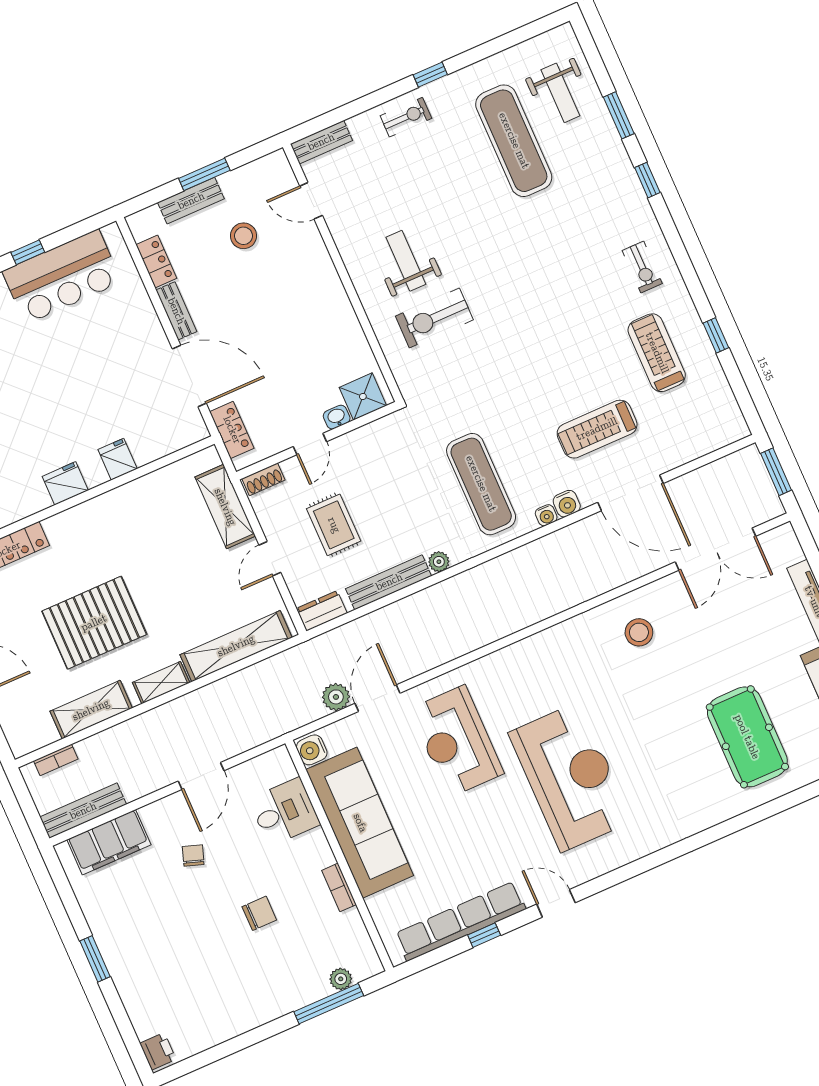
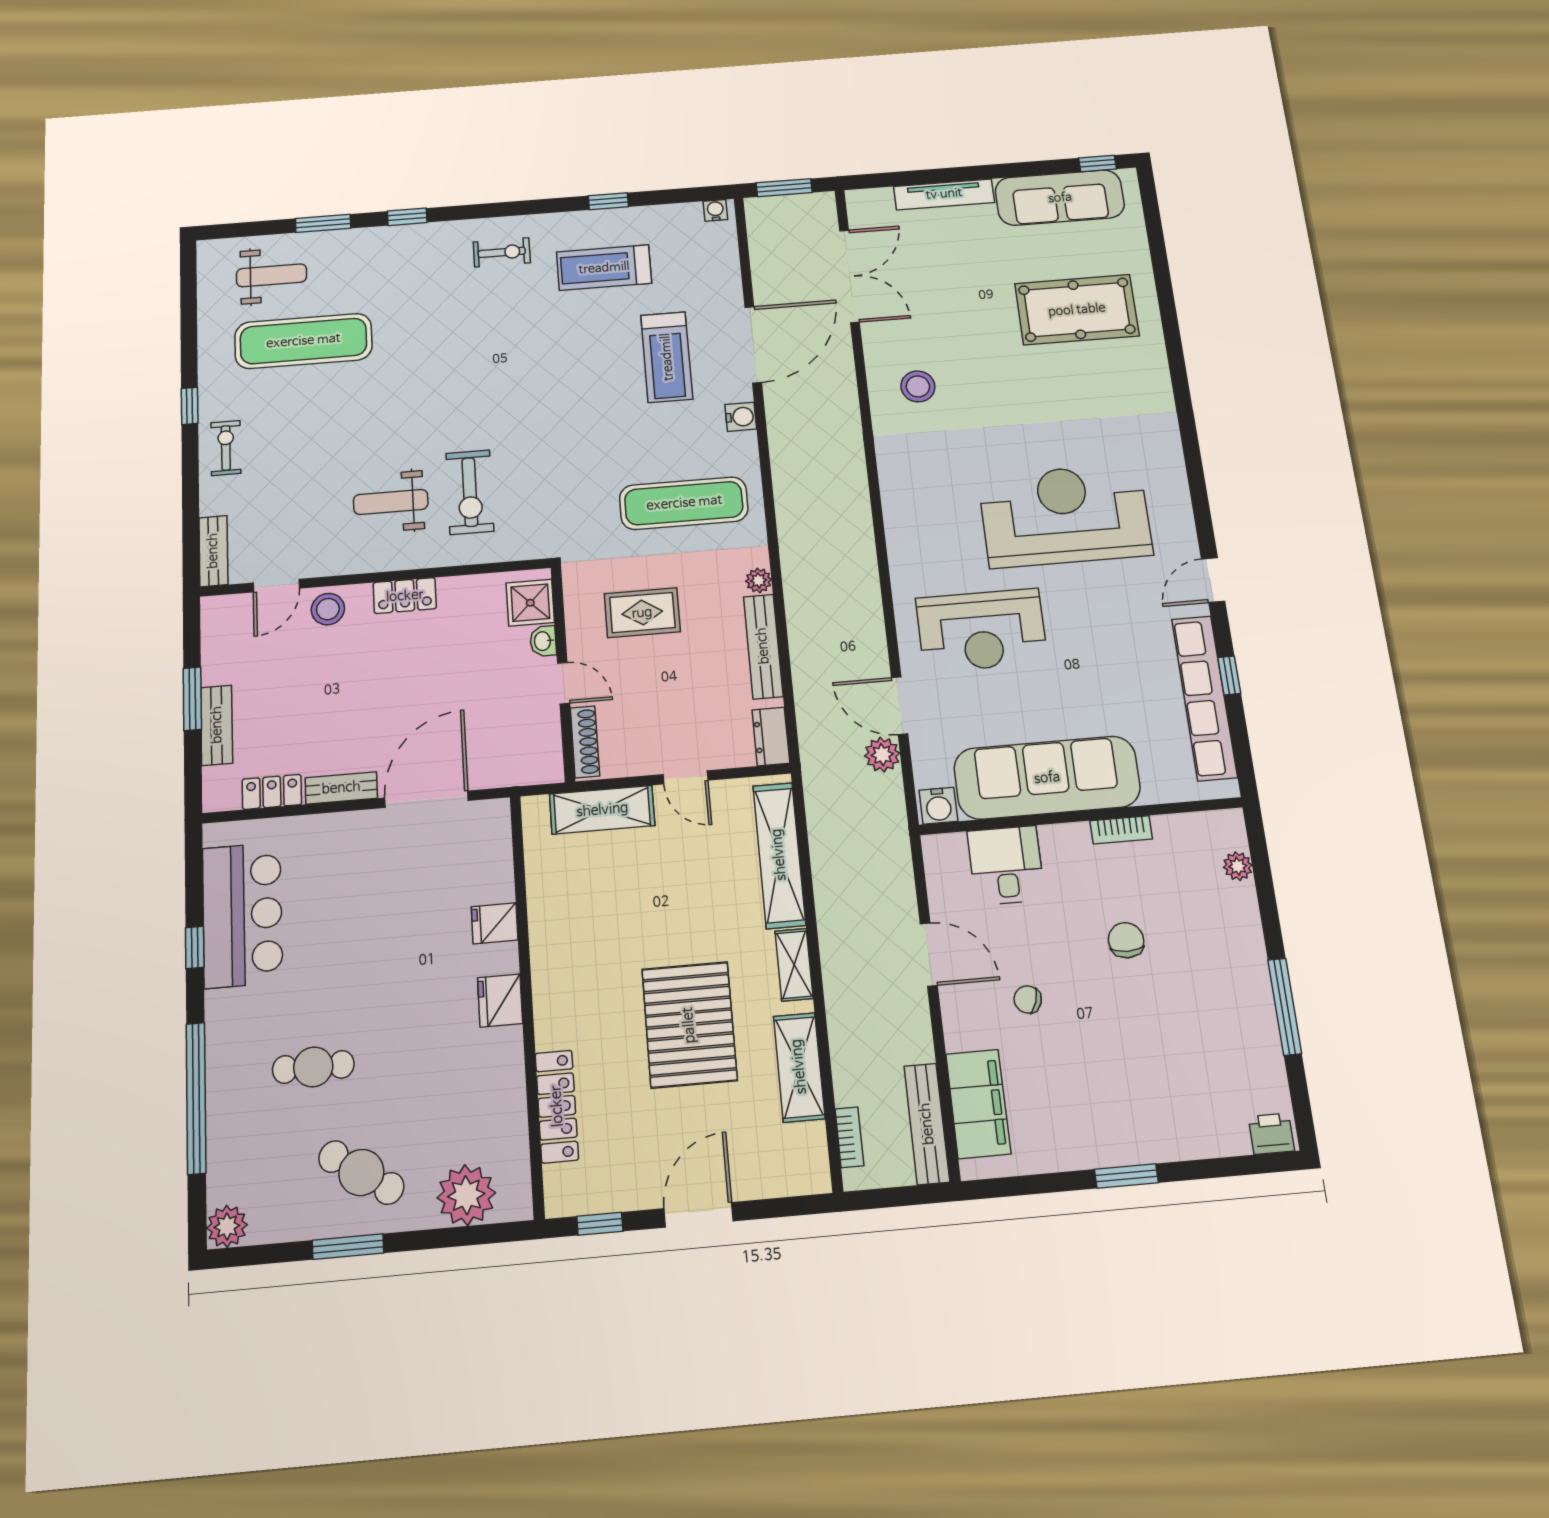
stool: (244, 236) -> (328, 609), moved
locker: (232, 430) -> (405, 596), moved, turned 180
shoe rack: (263, 479) -> (585, 742), width x1.43
water cooler: (546, 515) -> (715, 210), moved, turned -90
rug: (334, 525) -> (642, 613), moved
window: (329, 1004) -> (1285, 1007), moved

